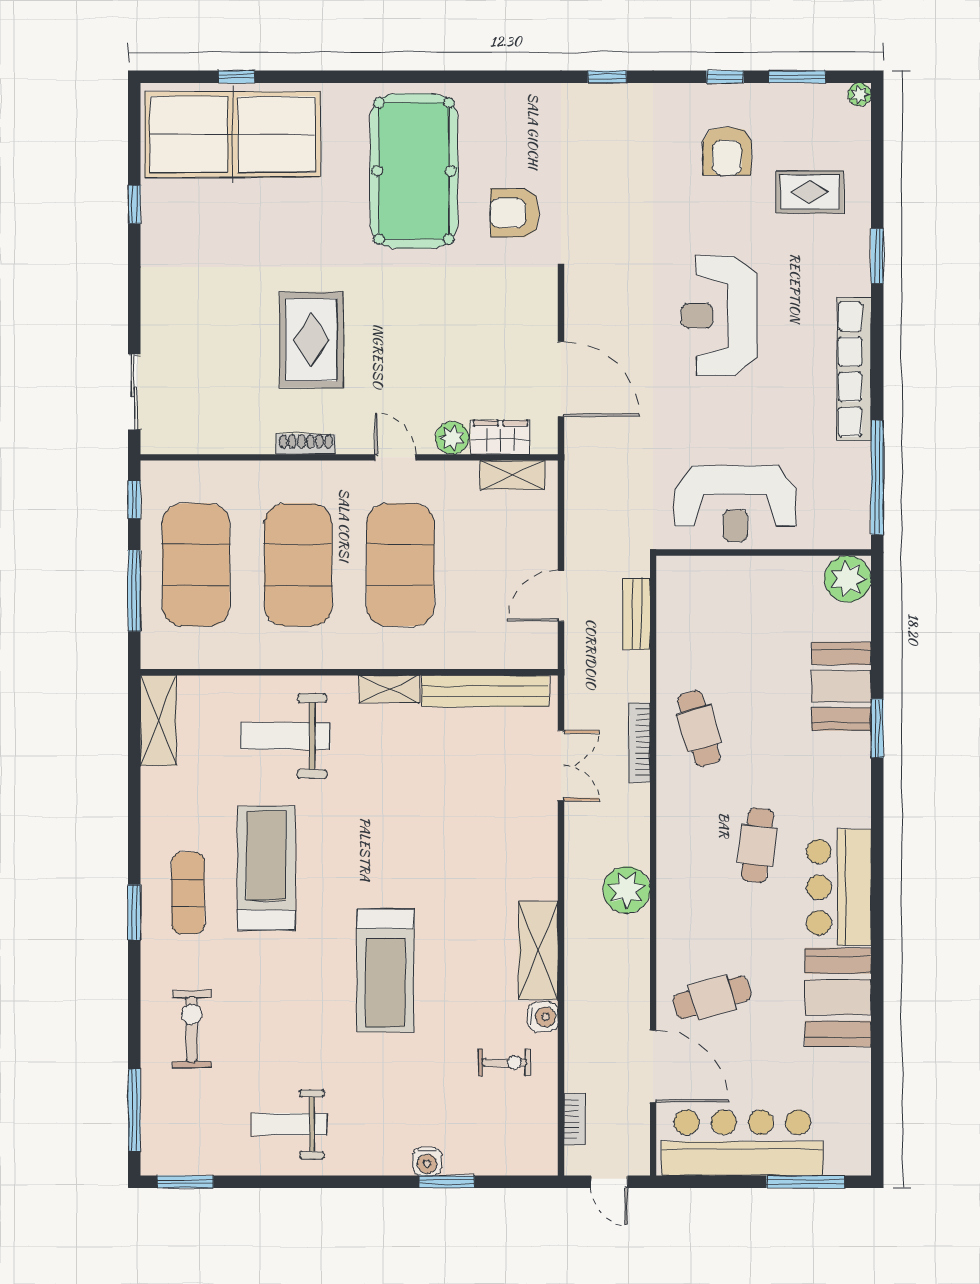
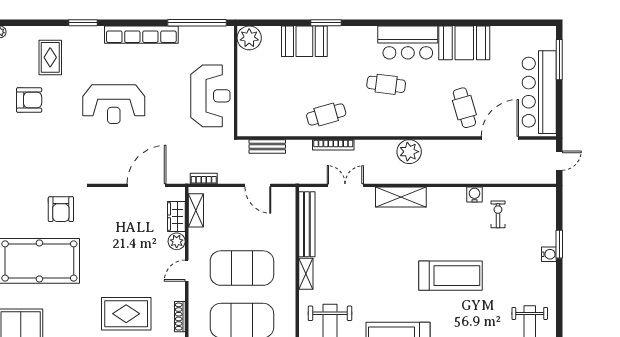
shelving: (538, 951) -> (401, 197), moved
bookcase: (574, 1119) -> (204, 178), moved

